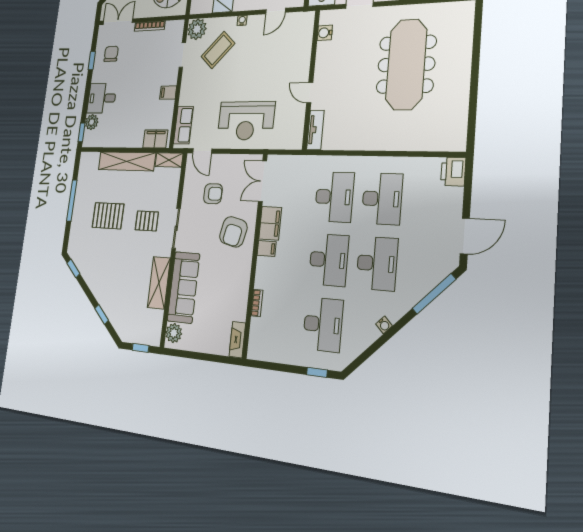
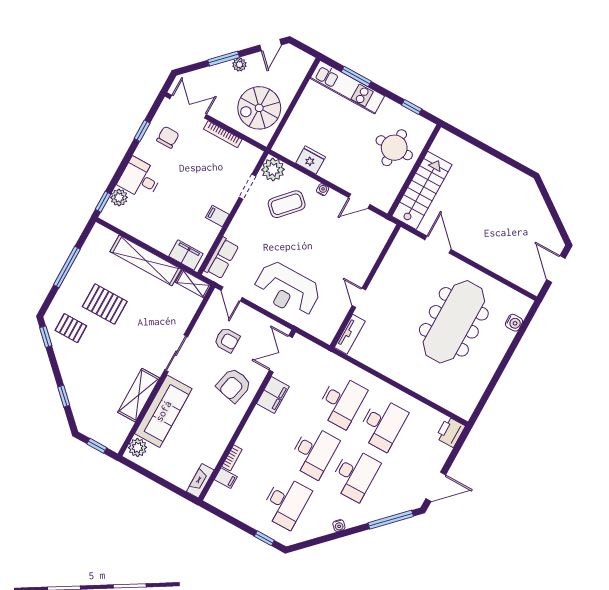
water cooler: (325, 33) -> (514, 323), moved, turned 180
pallet: (147, 221) -> (71, 328), moved
filing cabinet: (267, 248) -> (226, 478), moved

